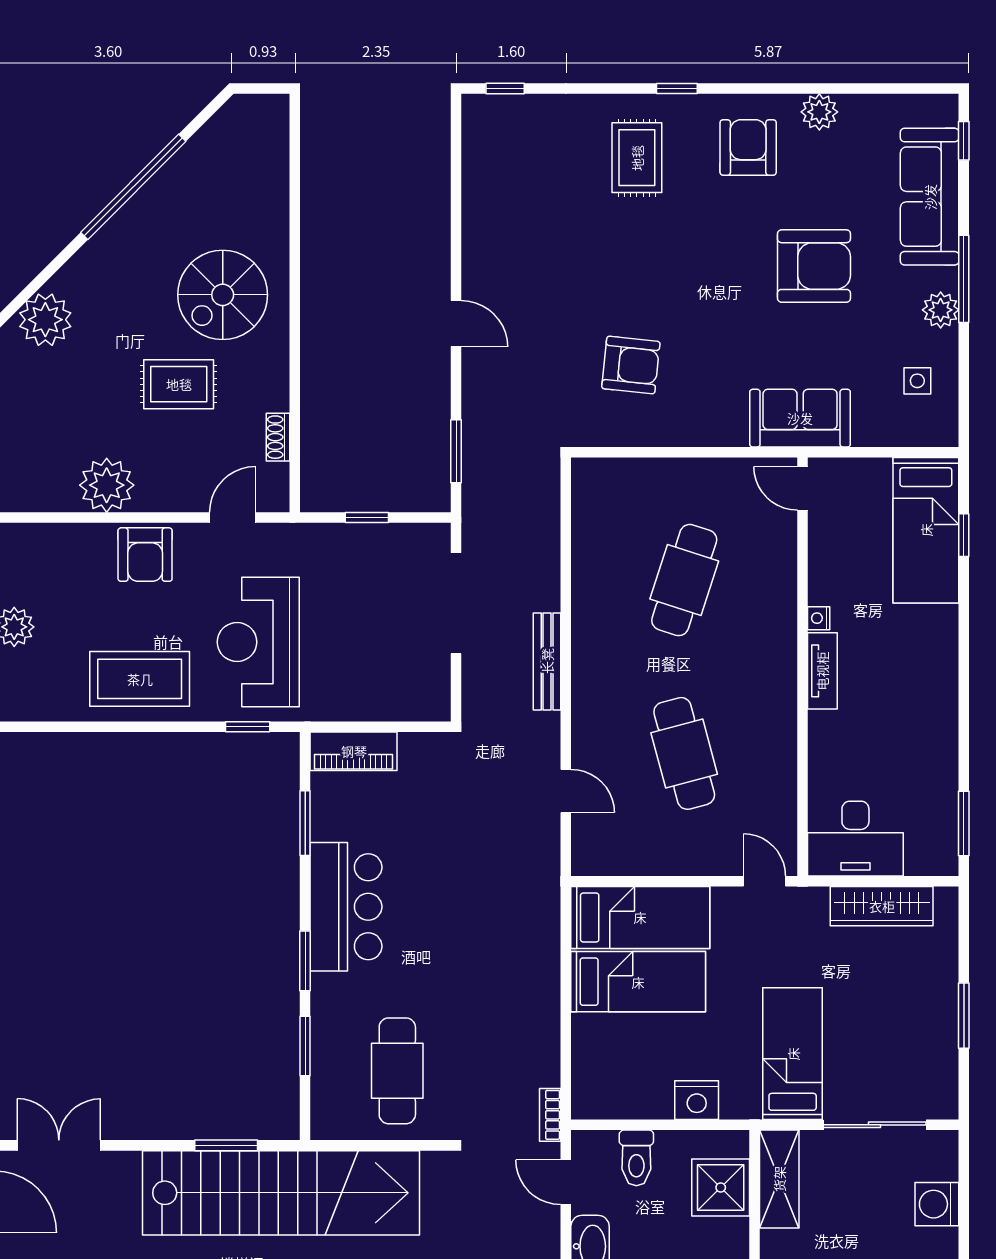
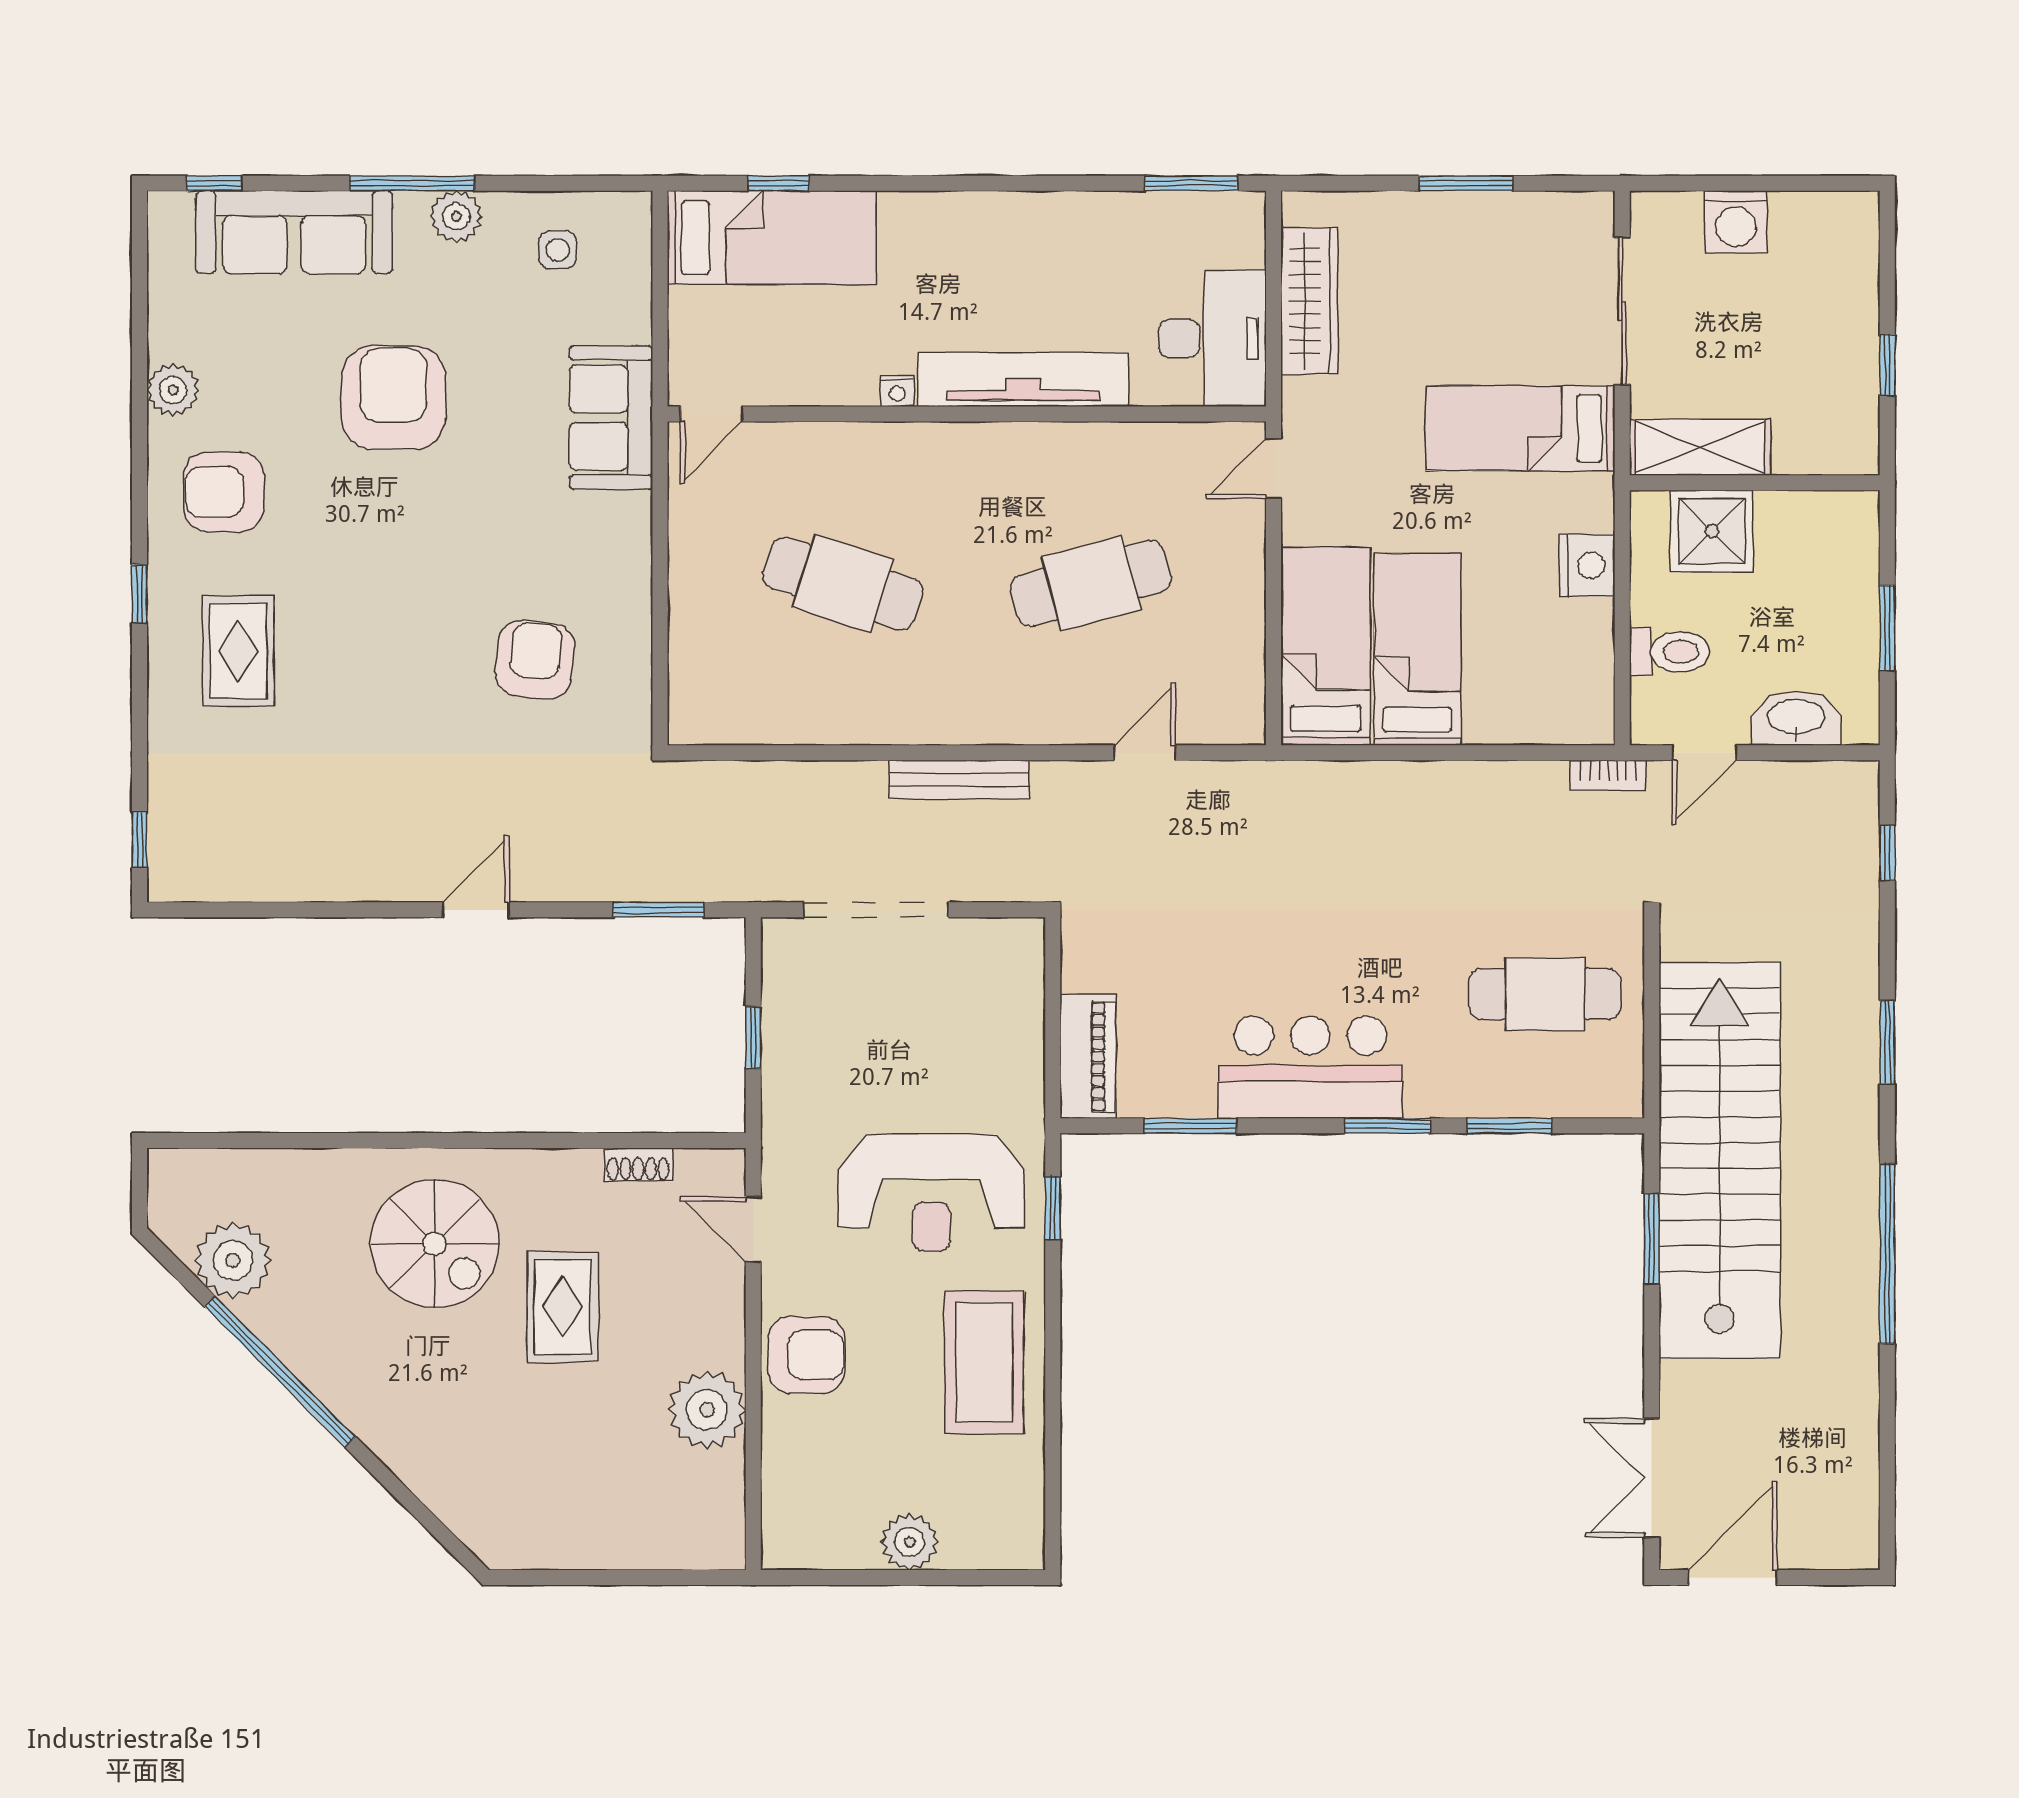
rug: (637, 158) -> (238, 651), turned 90
plant: (45, 320) -> (233, 1260), moved
tv unit: (822, 671) -> (1023, 380), width x1.92, depth x1.29

